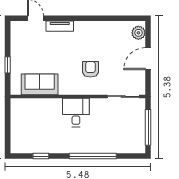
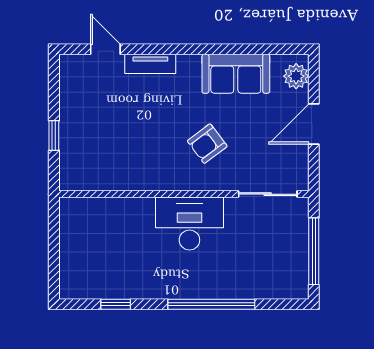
armchair: (90, 69) -> (207, 144), turned -127
sofa: (40, 84) -> (236, 74), moved, turned 180
desk: (76, 112) -> (189, 224), width x1.37

